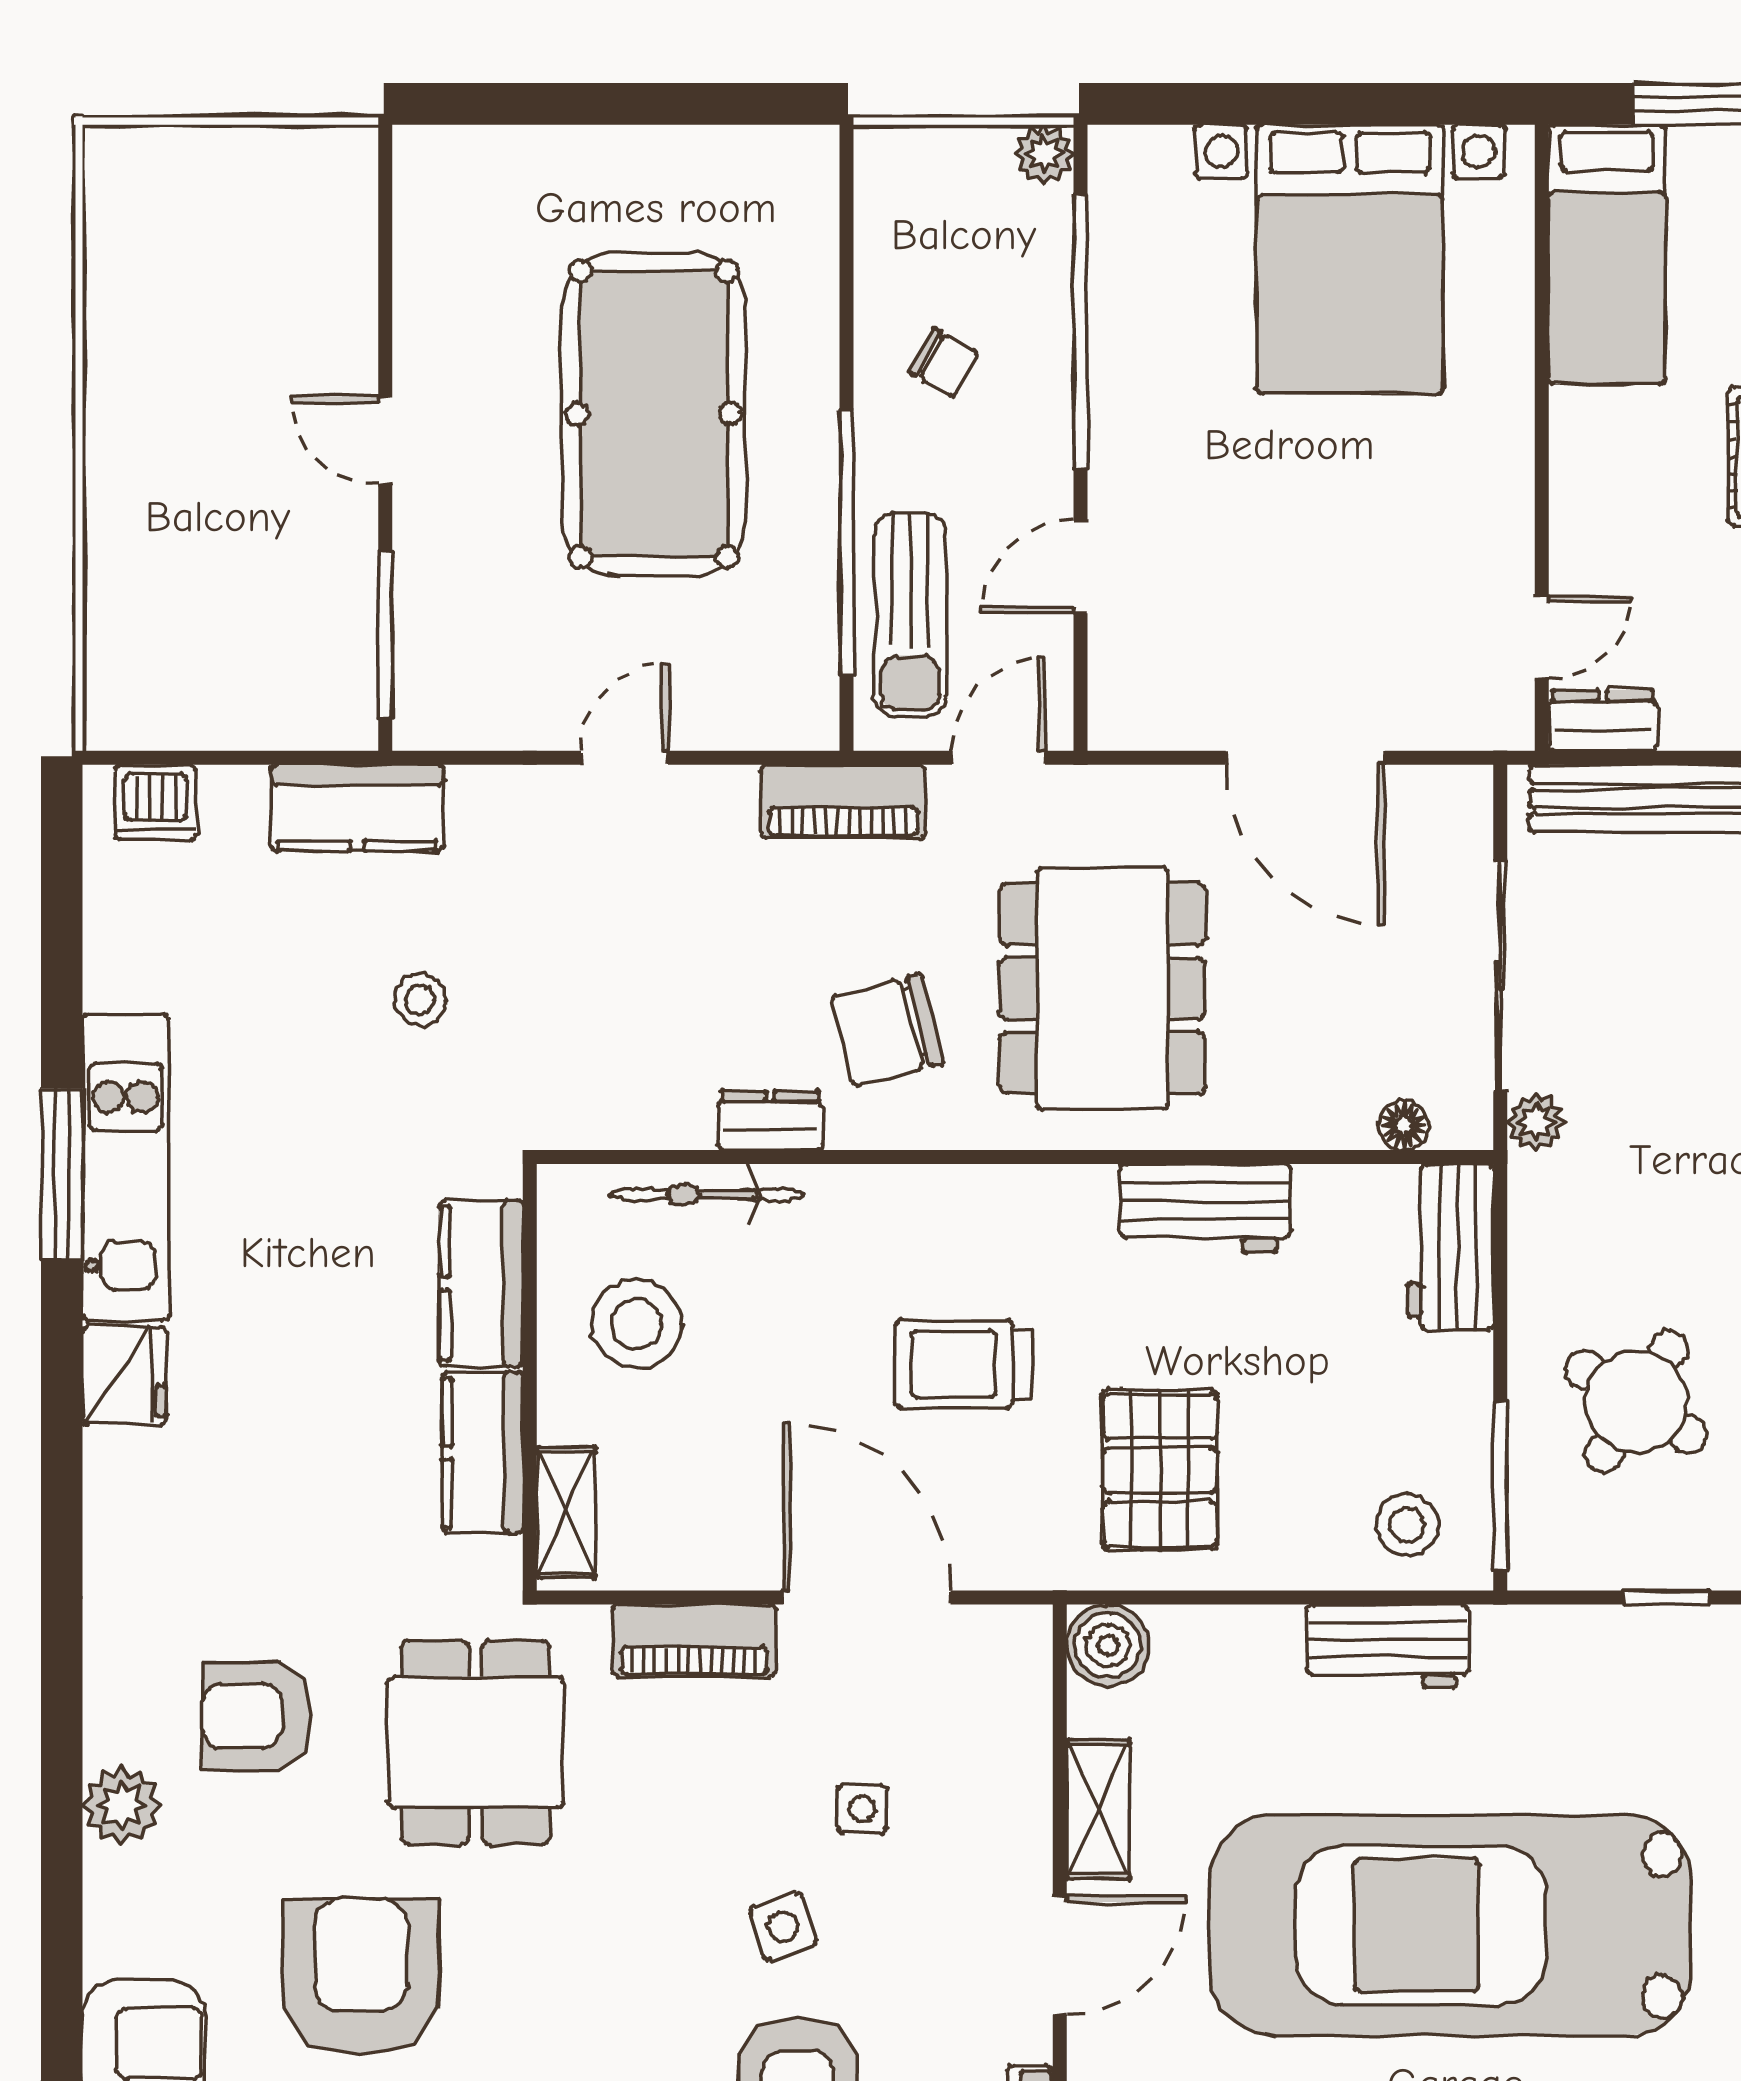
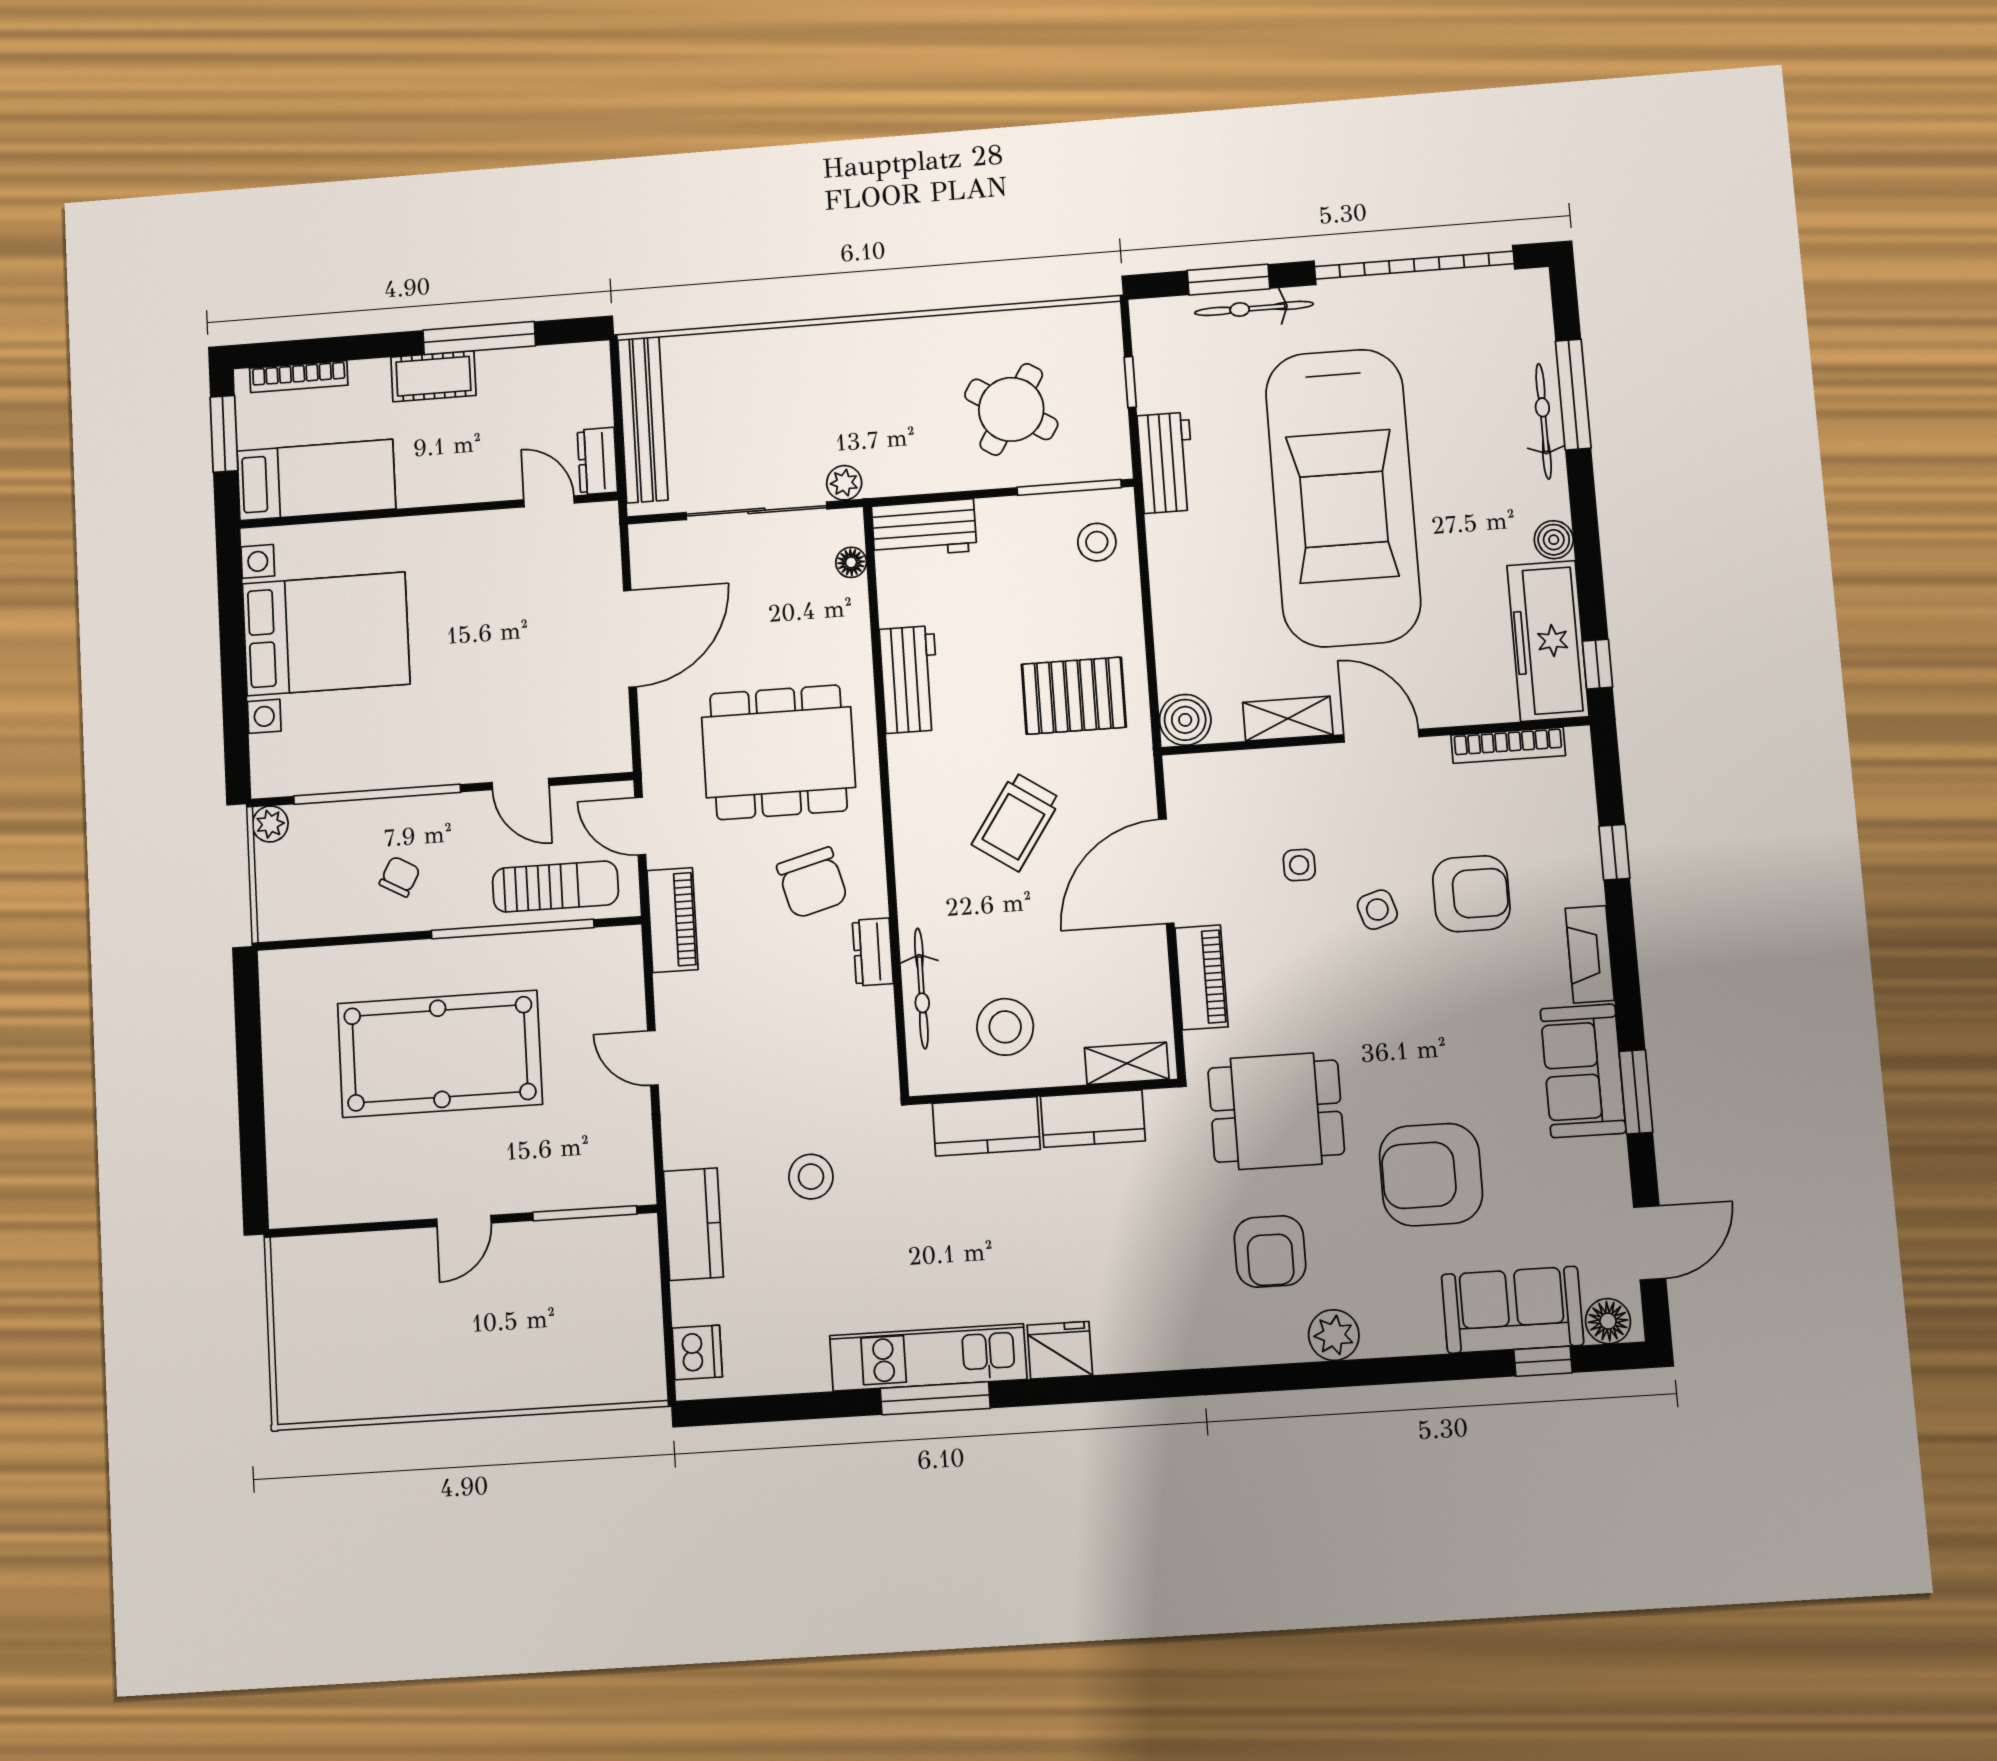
stool: (420, 1000) -> (811, 1177), width x1.37, depth x1.37
trolley: (963, 1364) -> (1016, 822), turned 34
workbench: (1388, 1646) -> (1166, 463), moved

